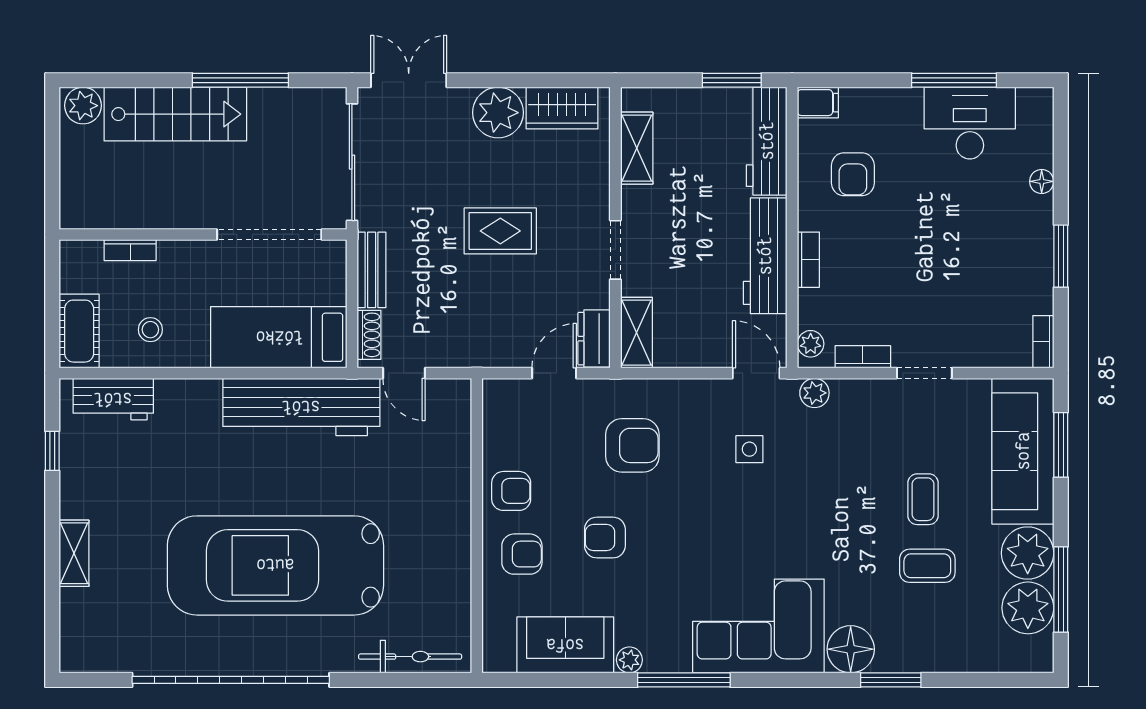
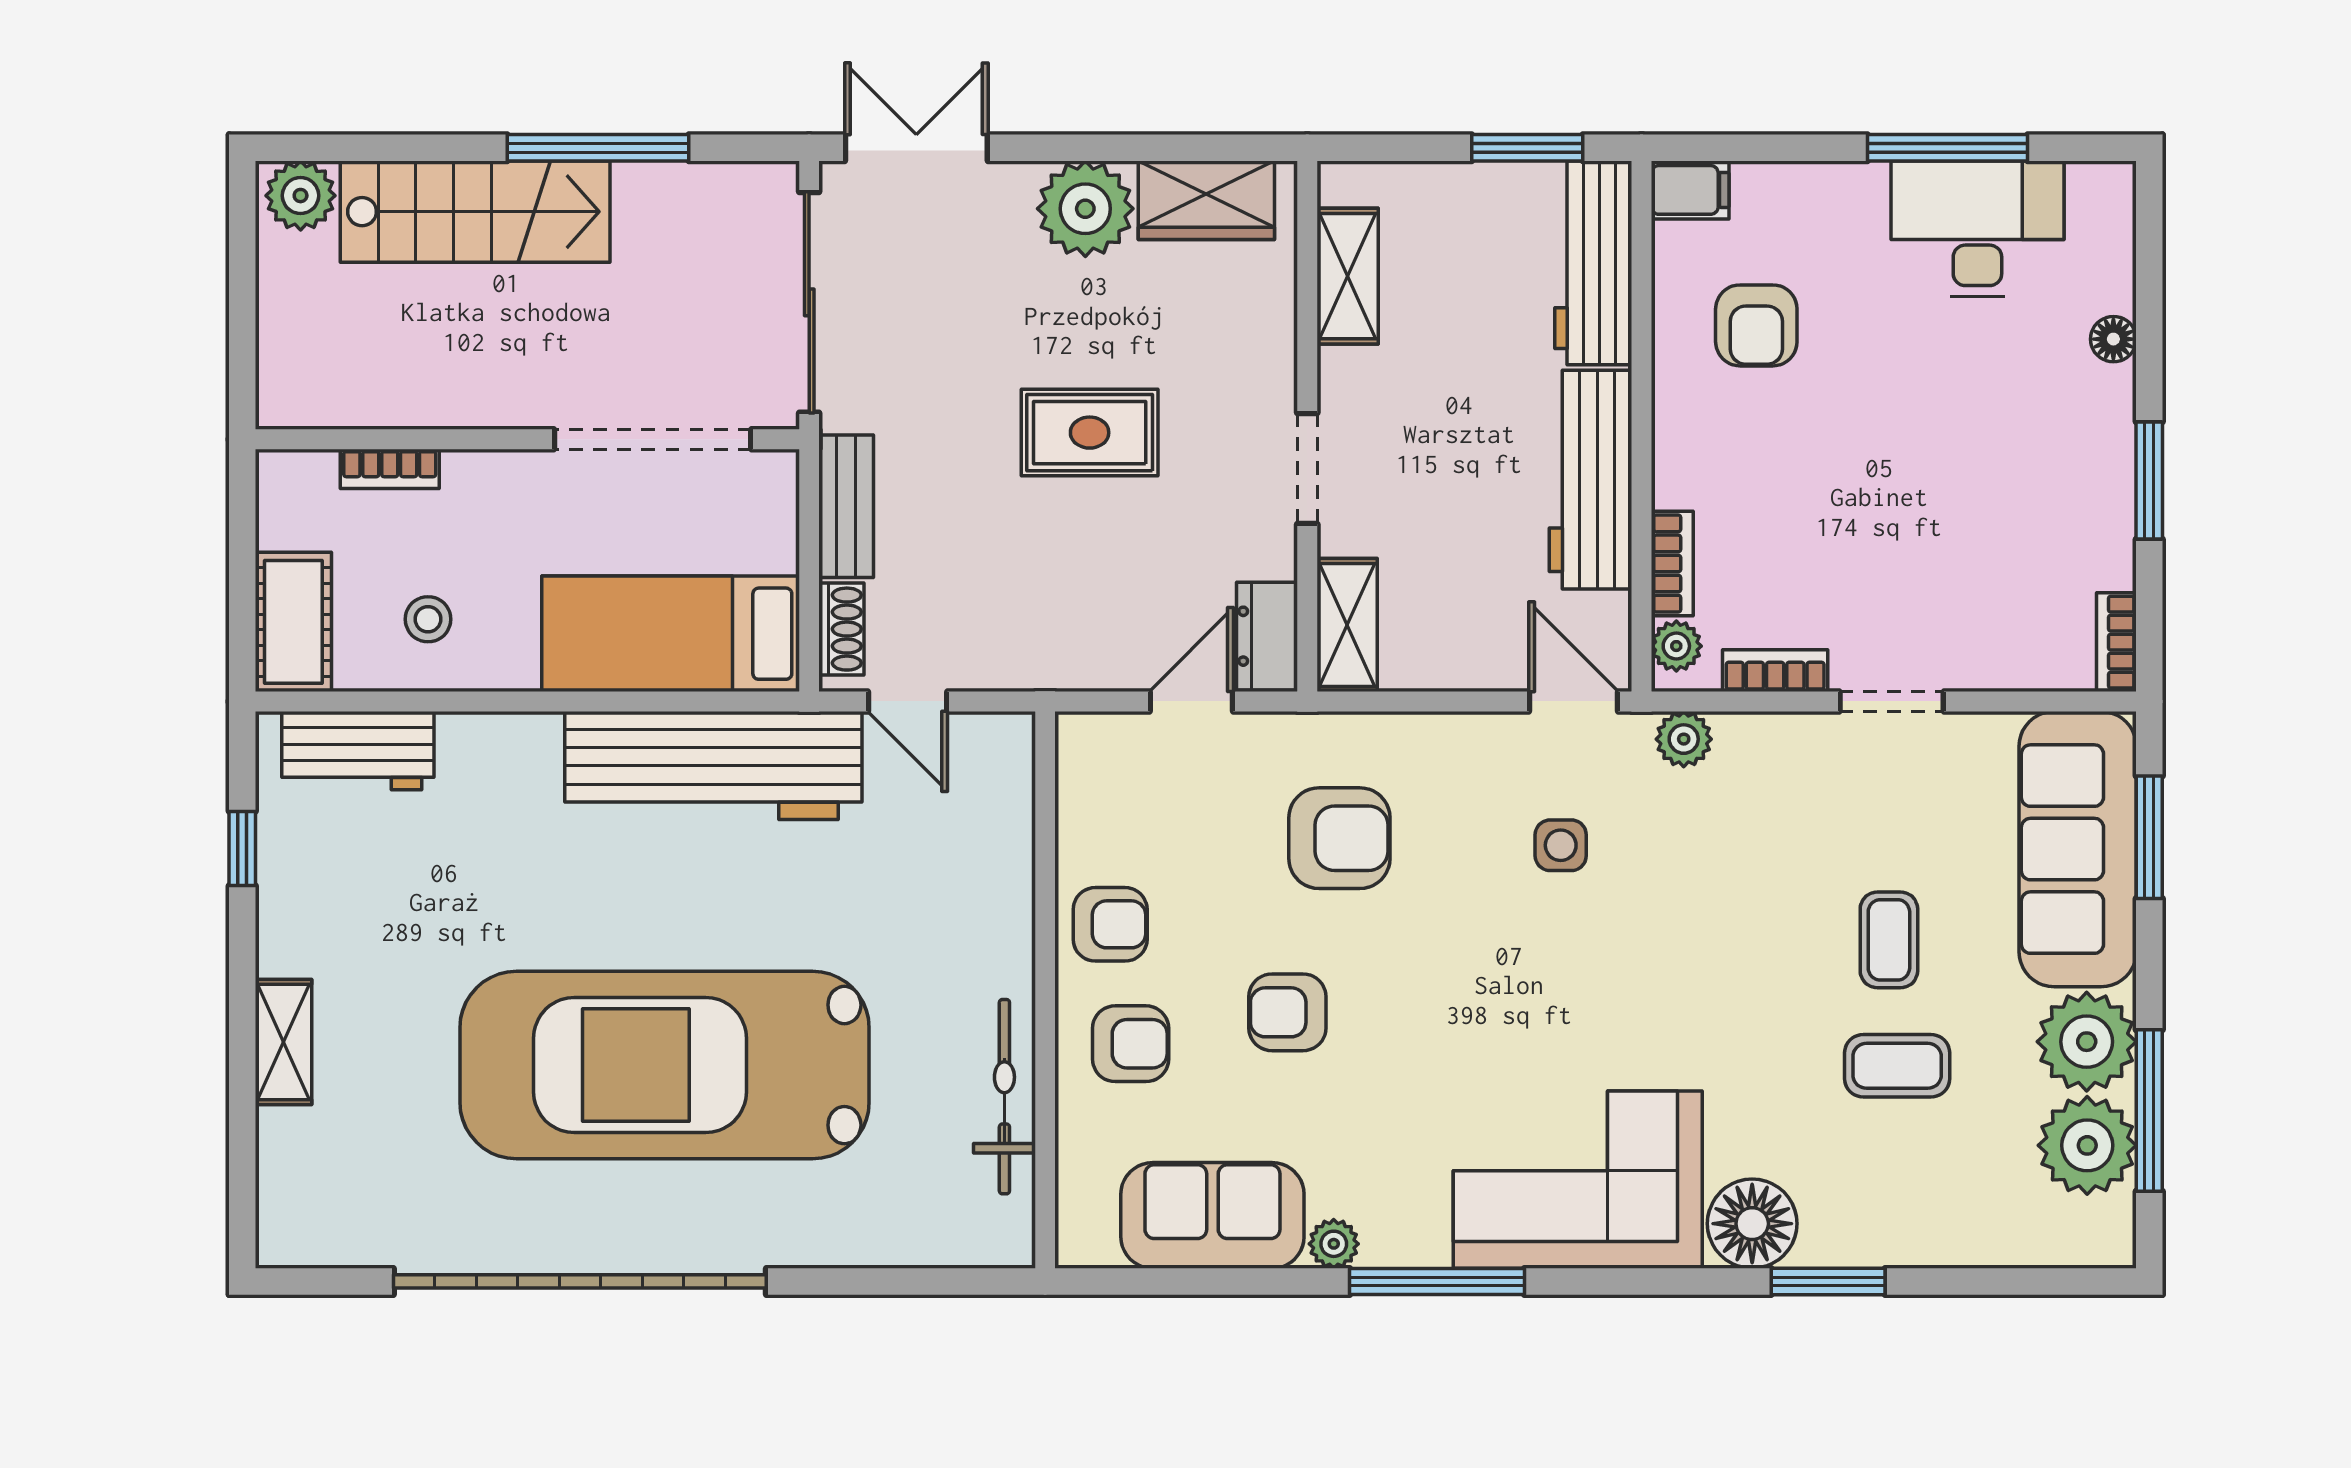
bookcase: (808, 260) -> (1672, 563), moved
bicycle: (410, 657) -> (1004, 1097), moved, turned -90

